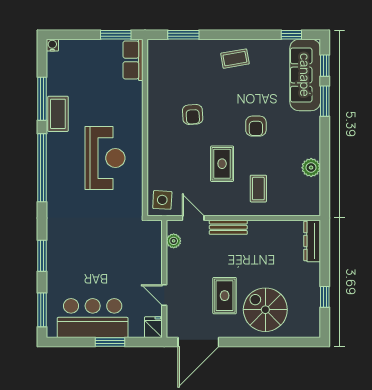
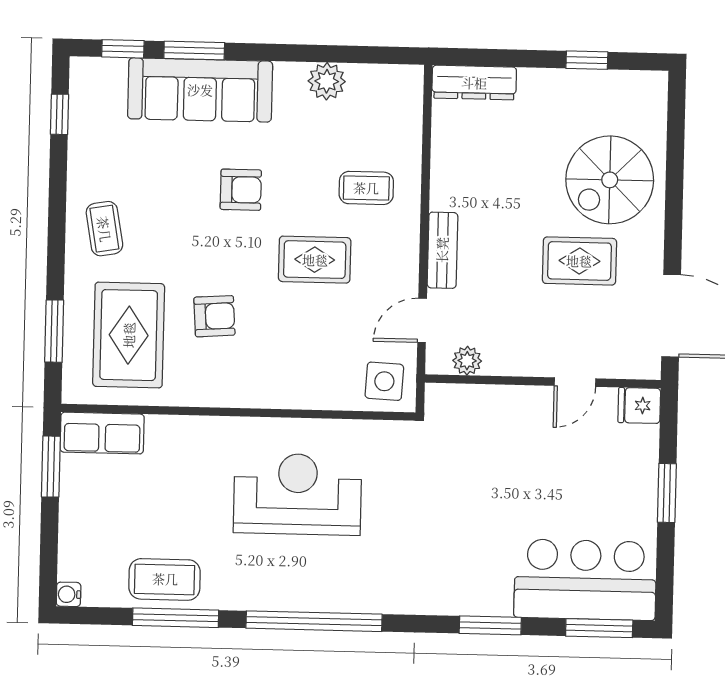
rug: (182, 72) -> (129, 335), added
sofa: (305, 75) -> (200, 90), moved
coffee table: (58, 114) -> (165, 579), moved
bar counter: (93, 318) -> (585, 580), moved, turned 90

